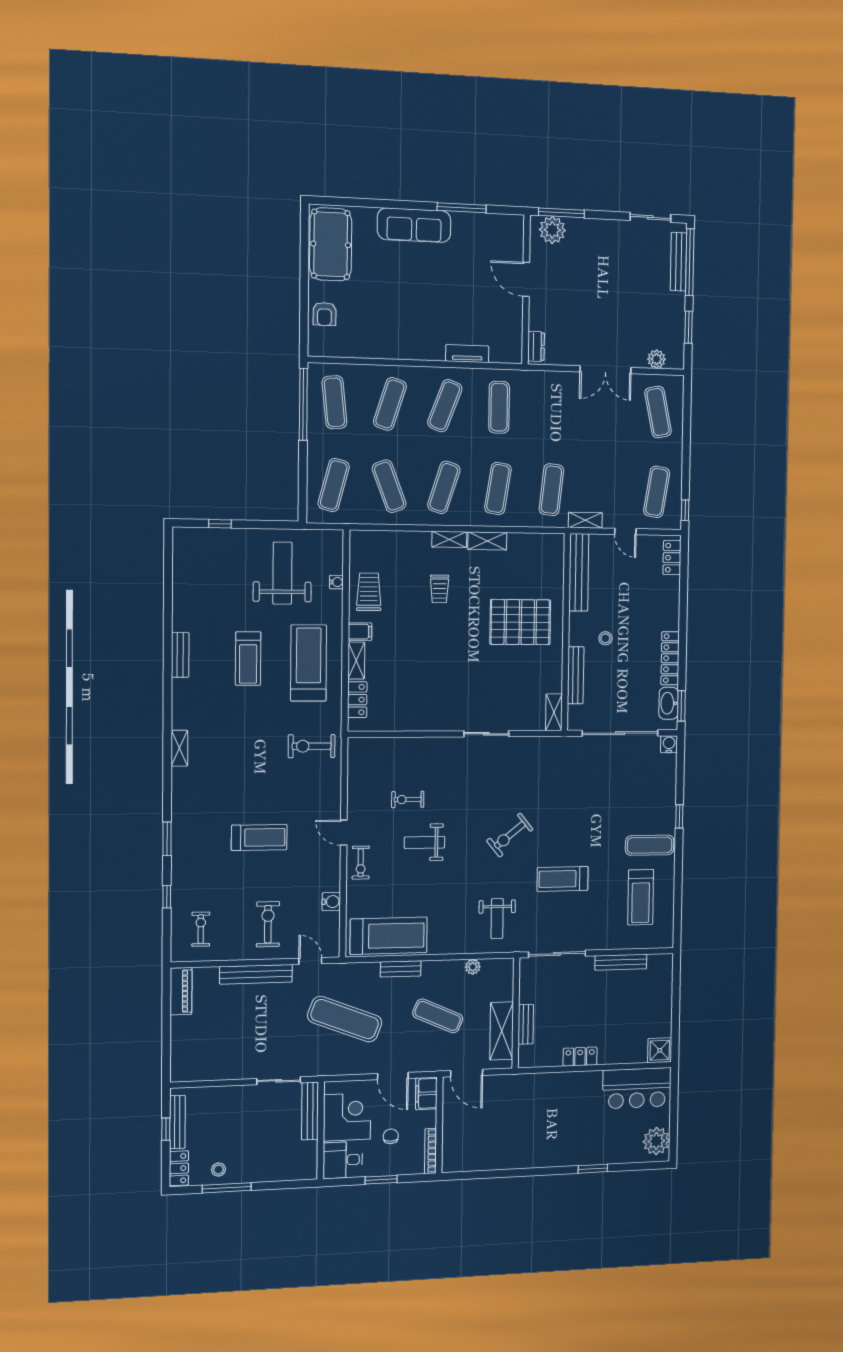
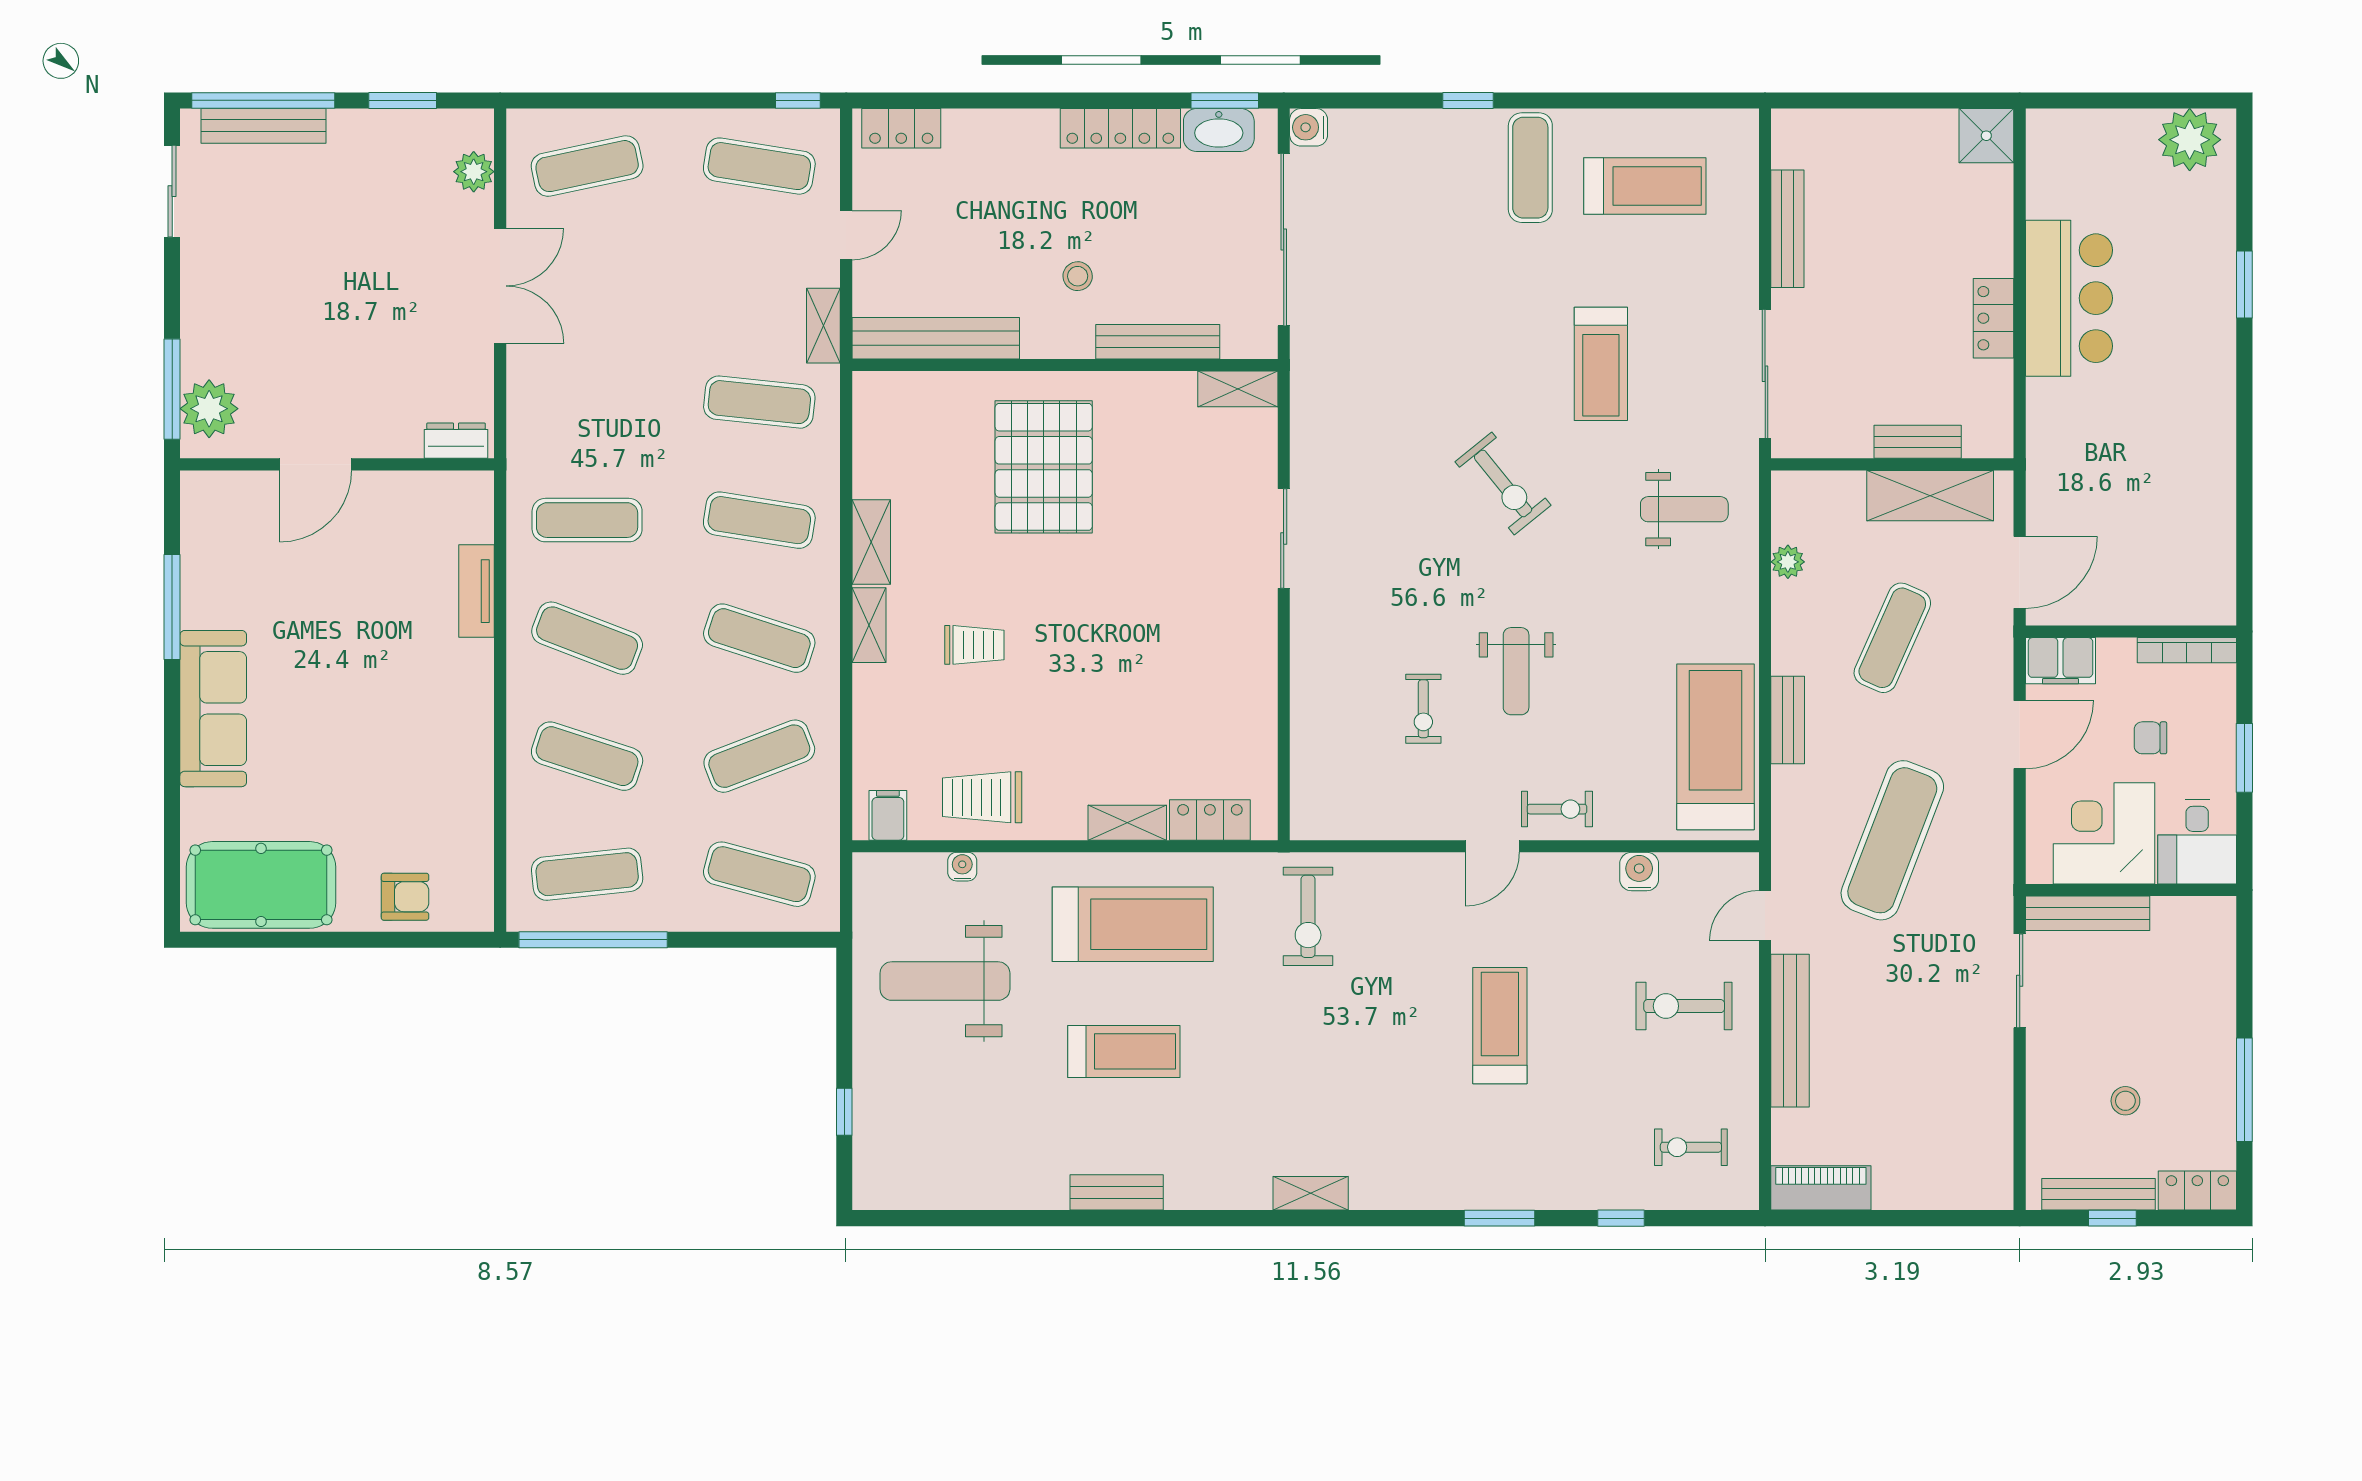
filing cabinet: (360, 632) -> (888, 815), moved
treadmill: (309, 663) -> (1133, 924), turned 180
bar counter: (637, 1088) -> (2069, 298), moved
stool: (218, 1169) -> (2125, 1101), moved

